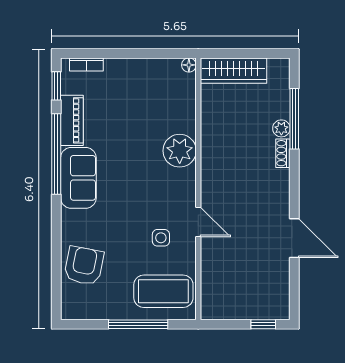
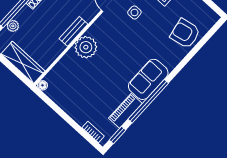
plant: (281, 128) -> (13, 26), moved
bench: (209, 156) -> (73, 31), added
armchair: (84, 266) -> (185, 33), turned 68

